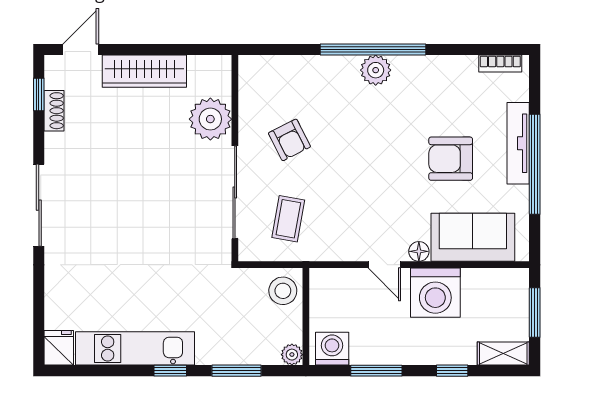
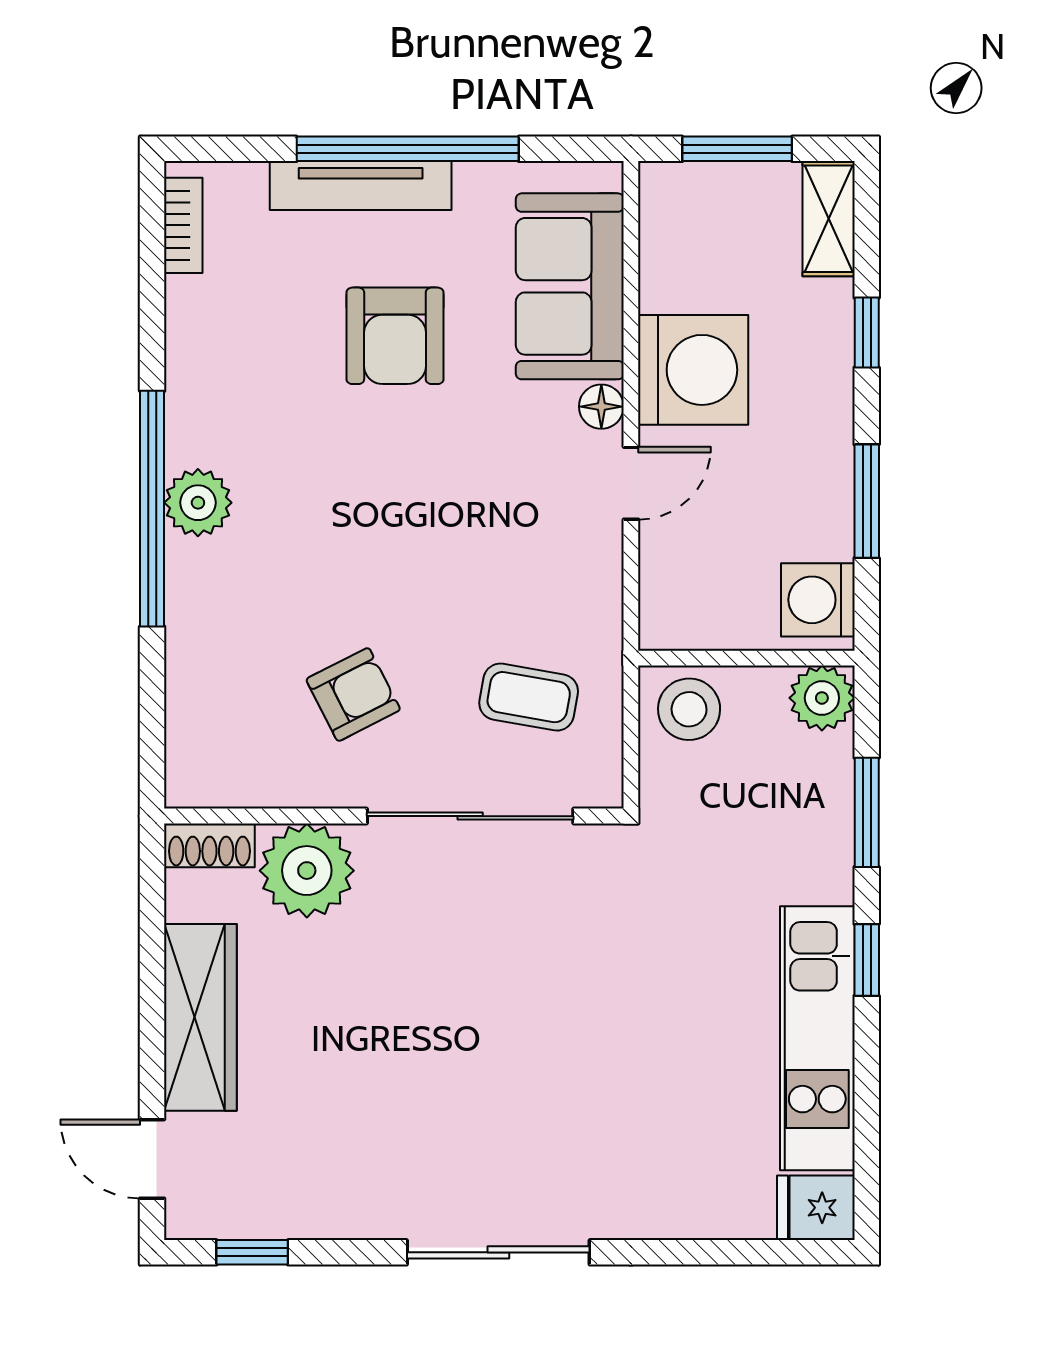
shoe rack: (54, 111) -> (209, 845), moved, turned 180
plant: (292, 355) -> (822, 698), width x1.38, depth x1.38

